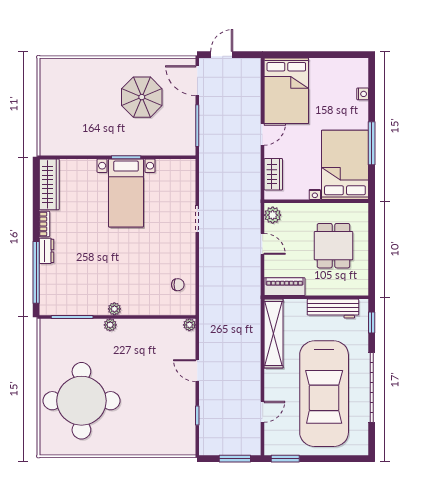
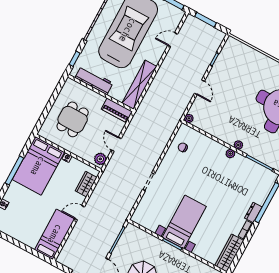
bed: (286, 91) -> (55, 234), width x0.67

